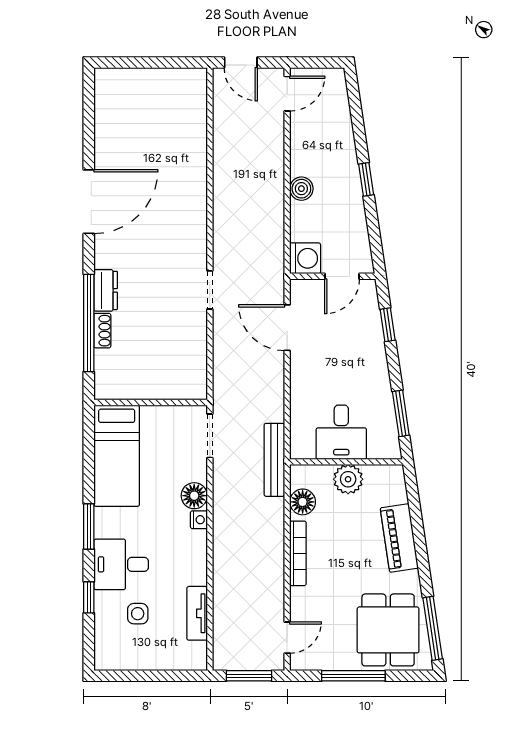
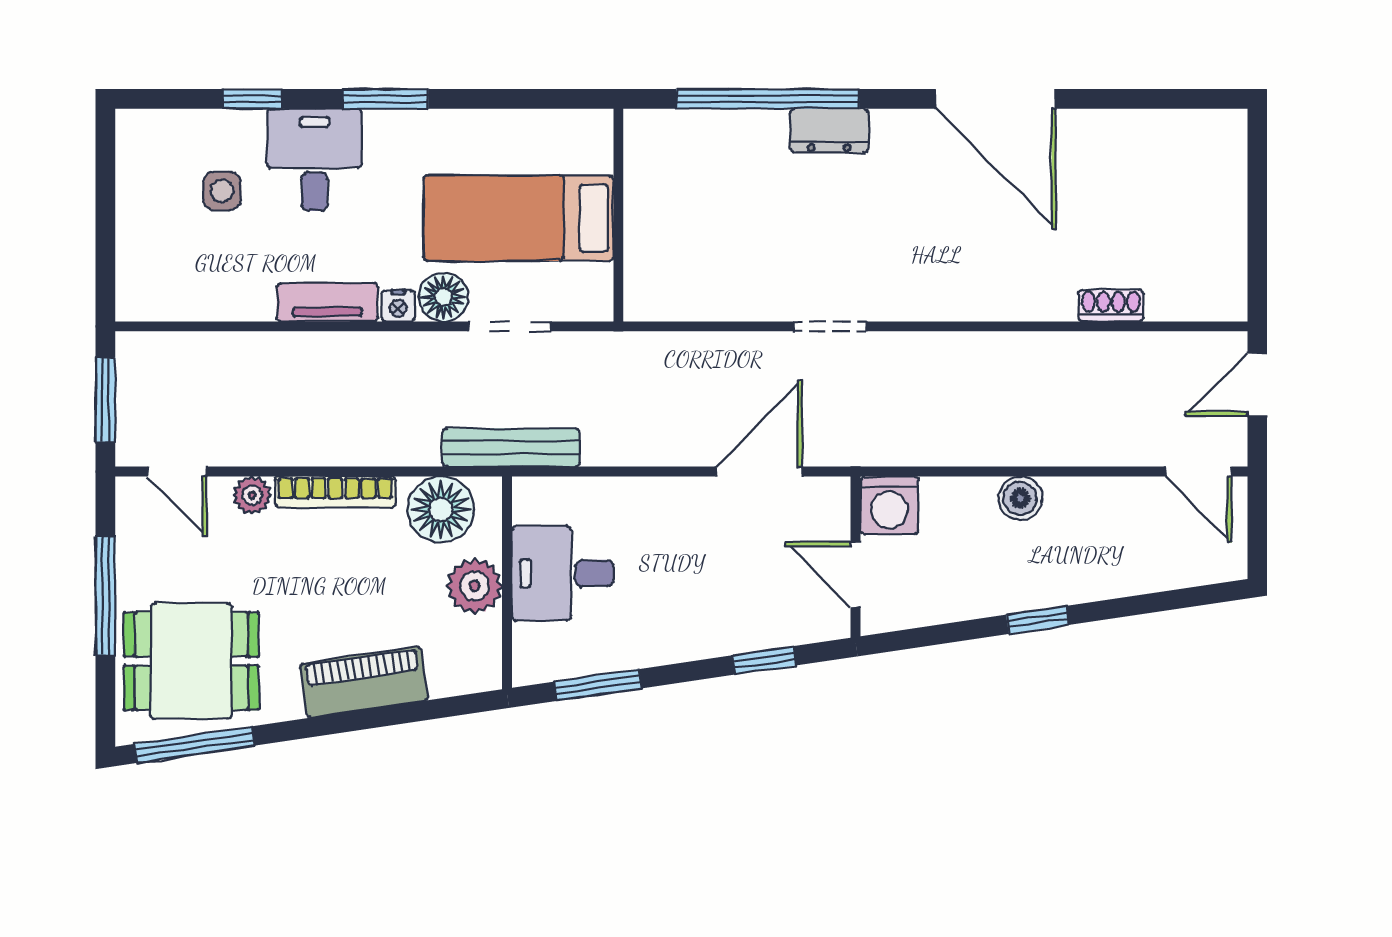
shoe rack: (102, 331) -> (1111, 306), moved, turned 180
doorway: (210, 436) -> (510, 326), moved
bed: (117, 456) -> (519, 218), moved
floor lamp: (303, 502) -> (441, 510), width x1.38, depth x1.38
plant: (300, 598) -> (252, 495), added
tv unit: (197, 613) -> (327, 302), moved

